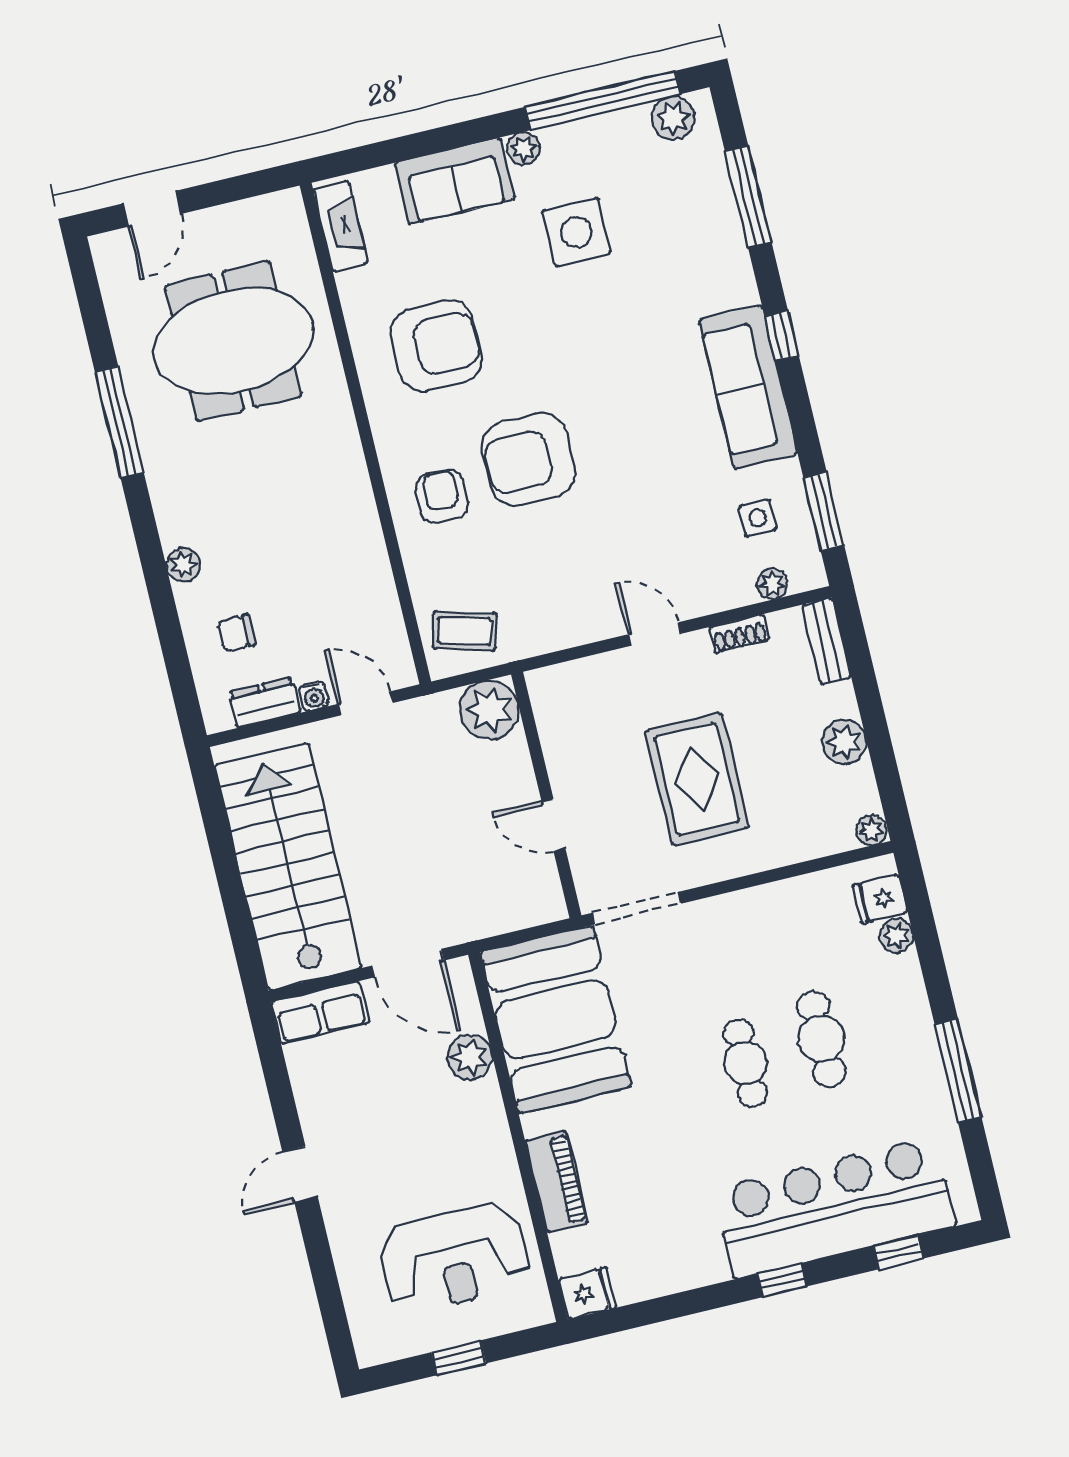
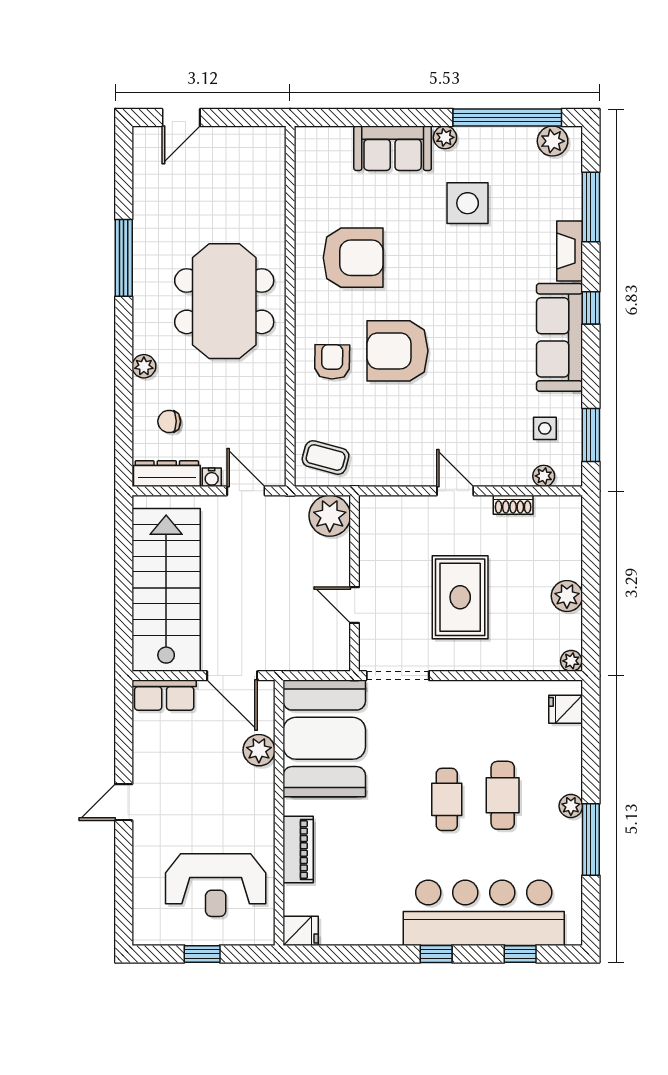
fireplace: (341, 226) -> (570, 251), moved, turned 180
meeting table: (233, 341) -> (224, 301), moved, turned 90
bench: (826, 641) -> (571, 524), removed
dresser: (264, 702) -> (167, 474), width x1.44
plant: (896, 936) -> (571, 806), moved

